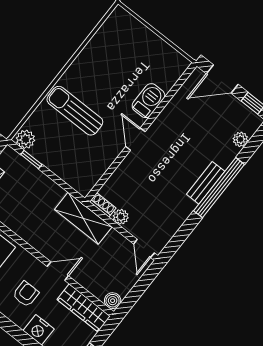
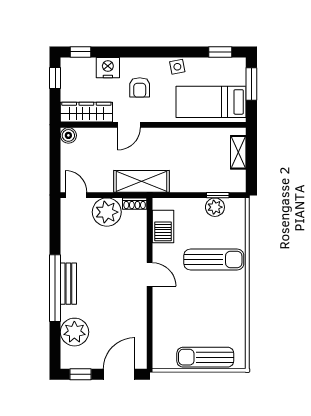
sun lounger: (143, 38) -> (205, 357), added
barbecue: (148, 101) -> (163, 226), moved
plant: (26, 139) -> (215, 207), moved
plant: (240, 139) -> (74, 332), width x1.87, depth x1.87
plant: (121, 217) -> (107, 212), width x1.87, depth x1.87

